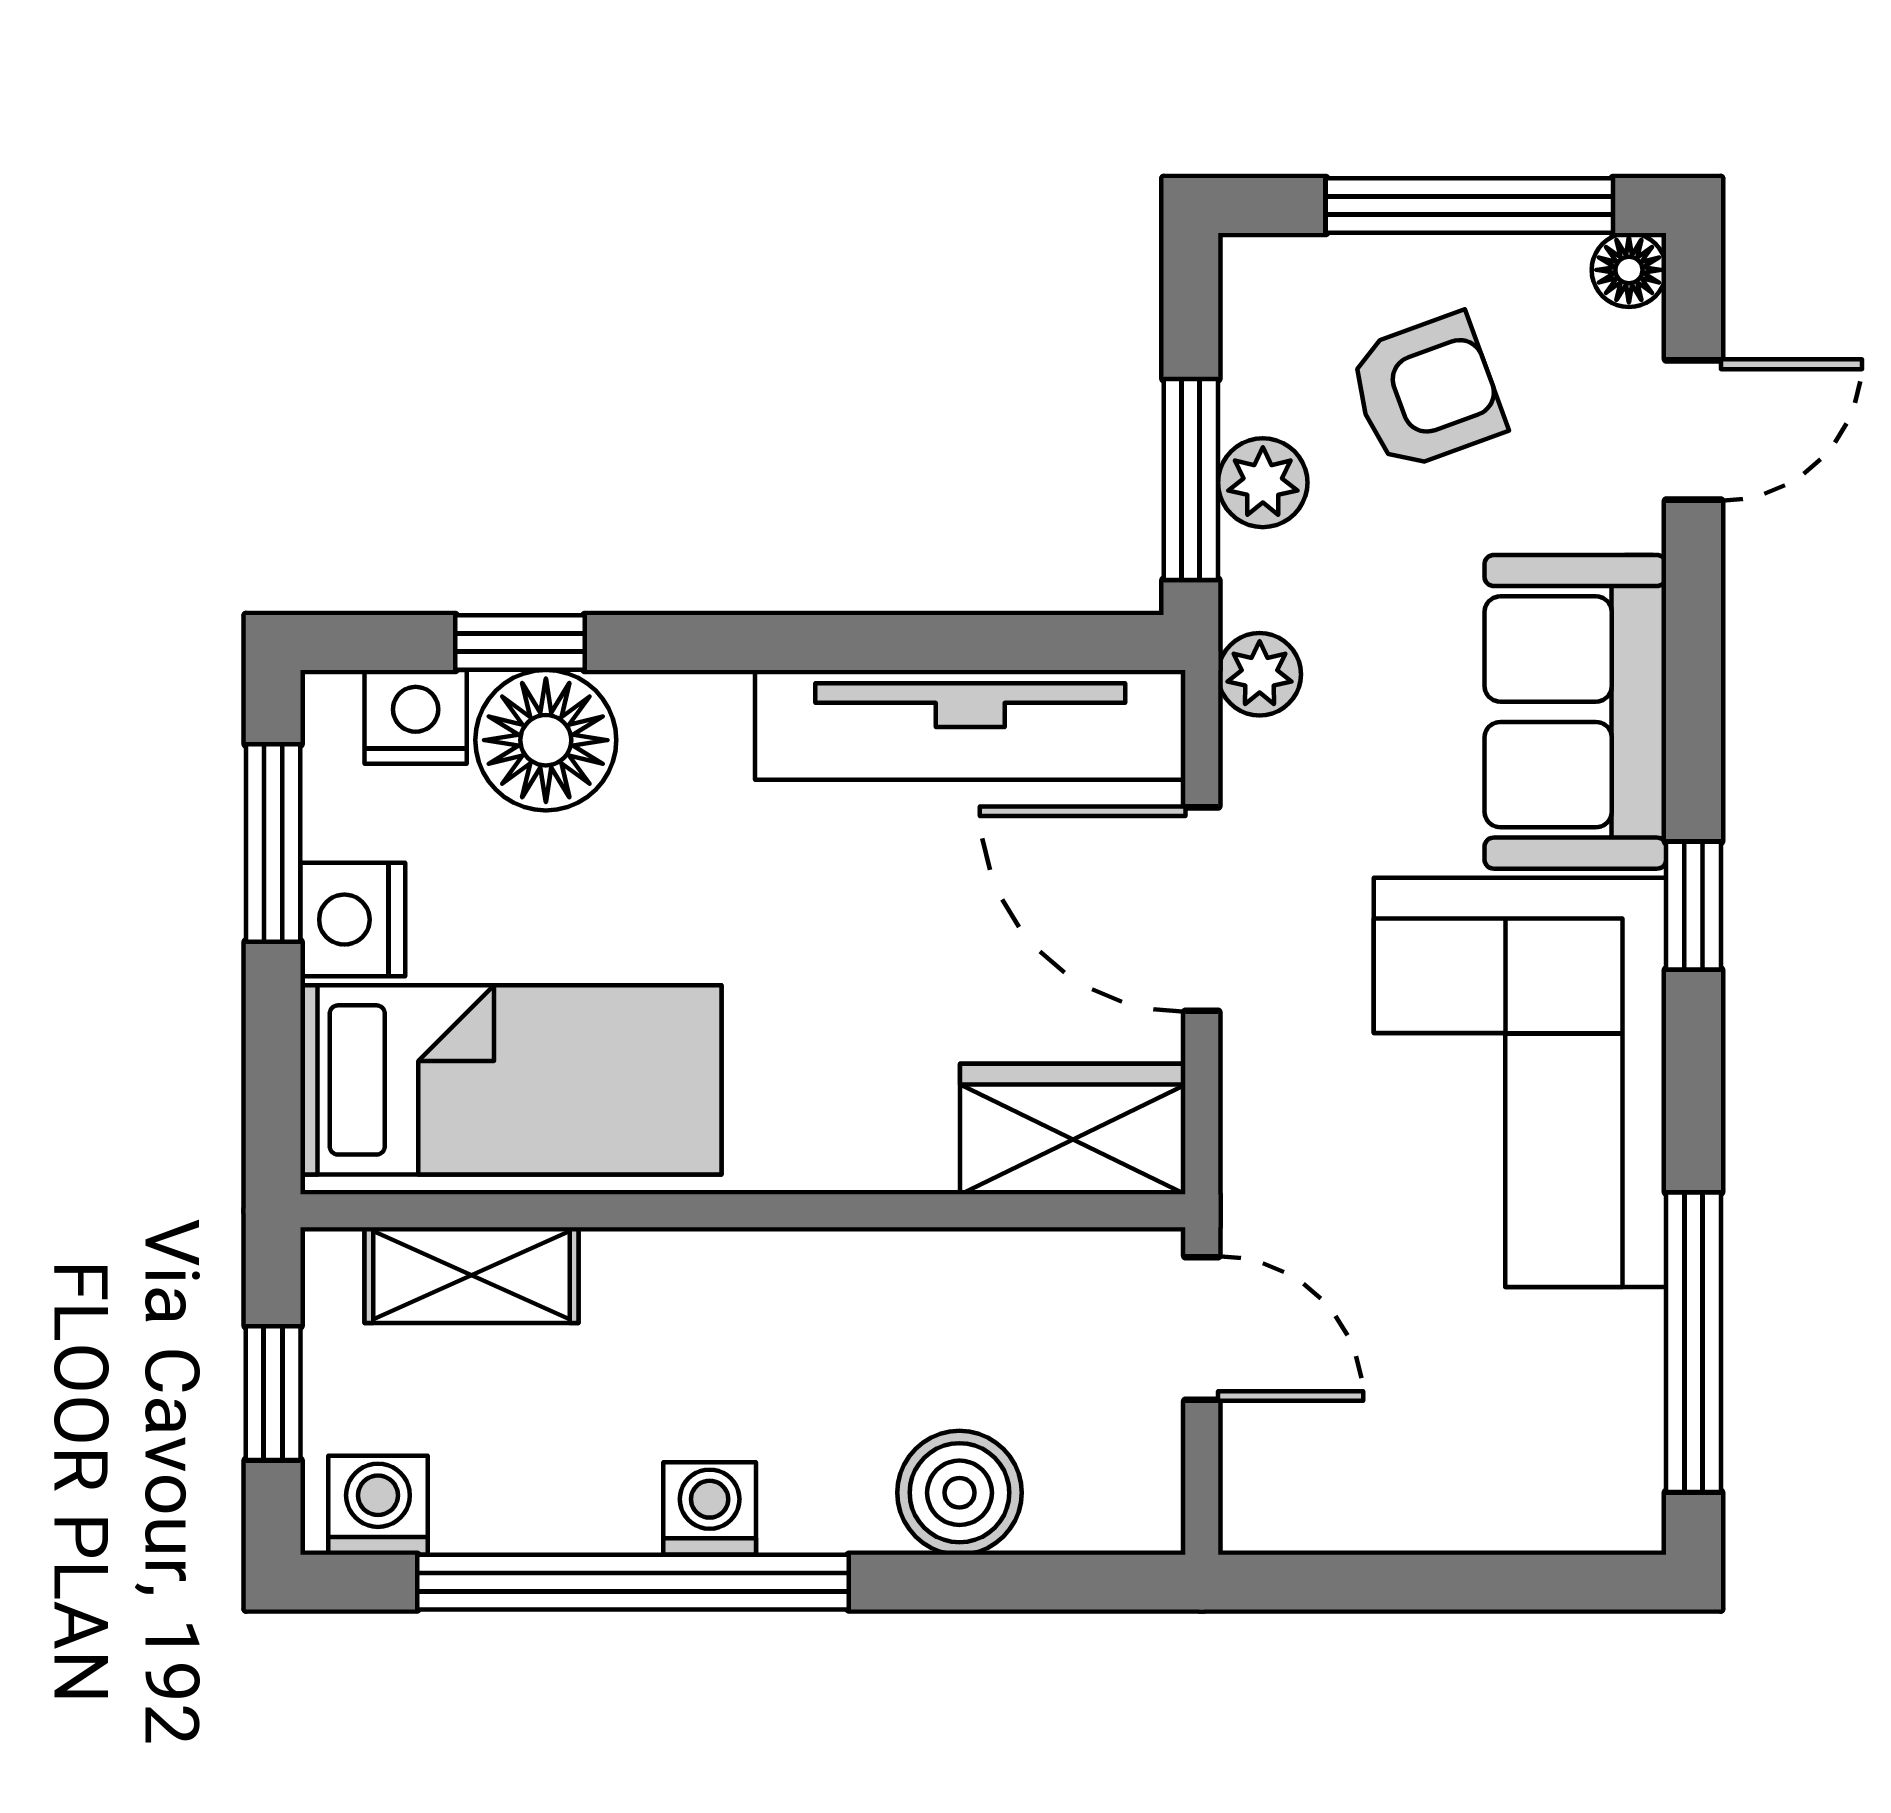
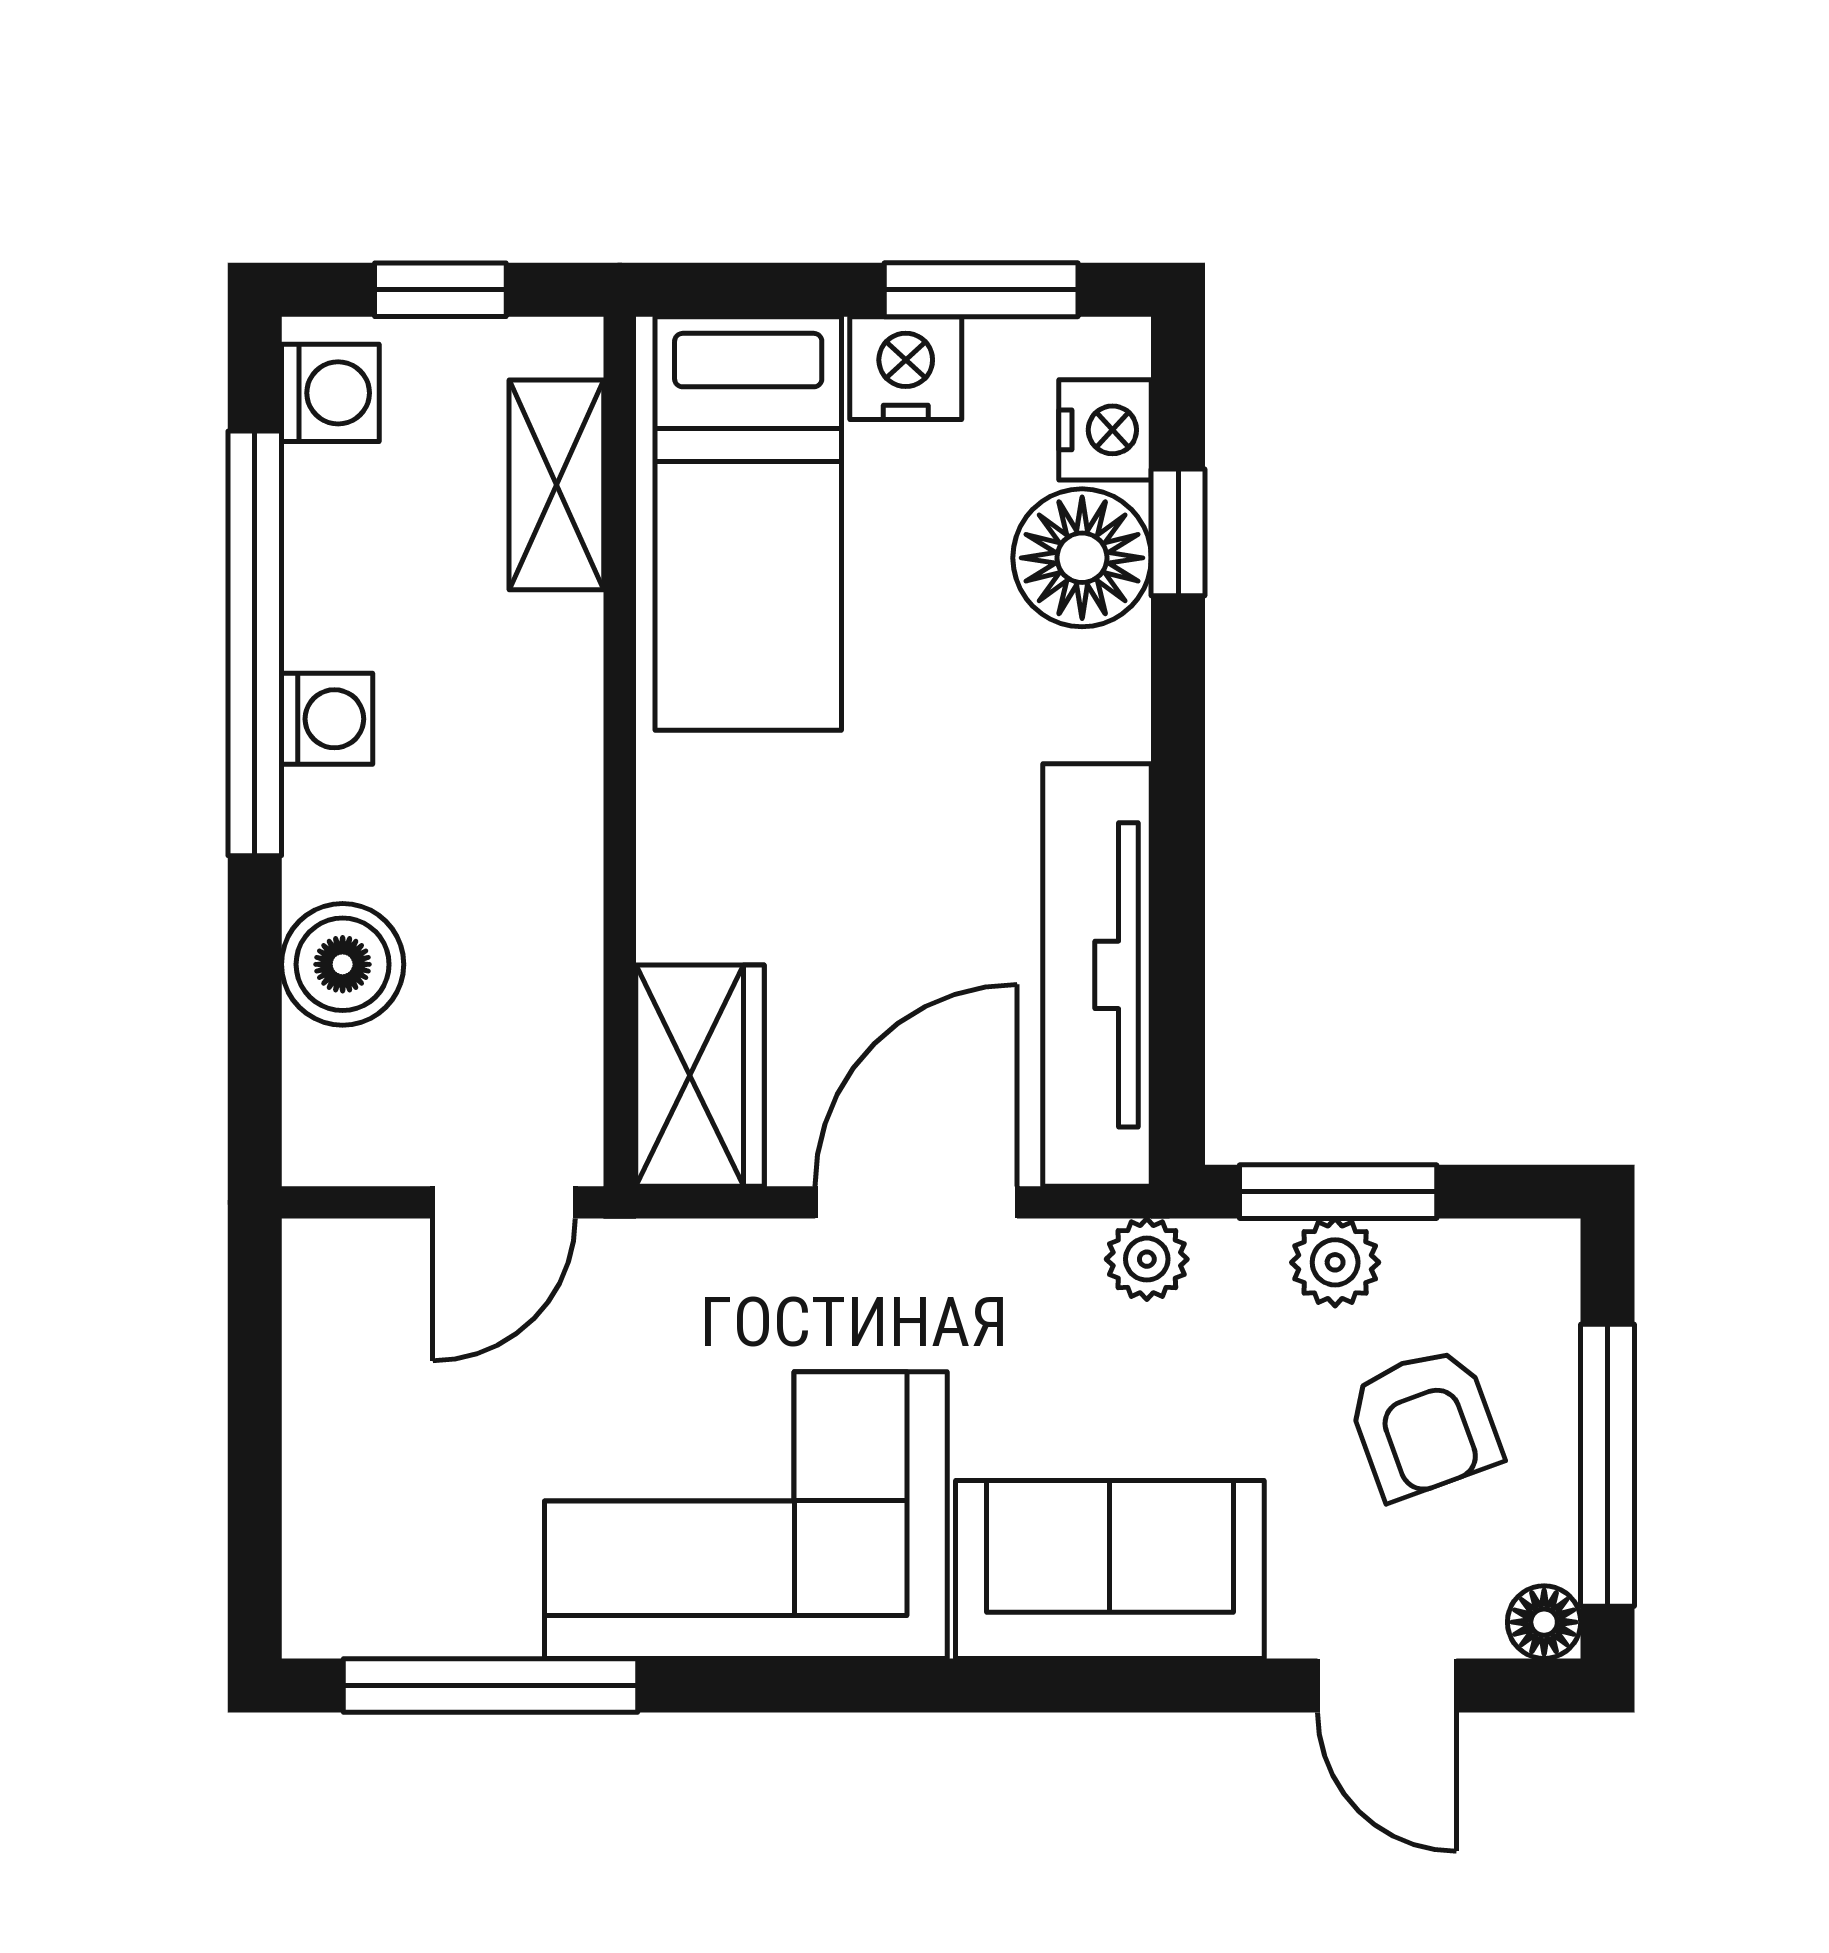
window: (1693, 906) -> (920, 1686), removed

